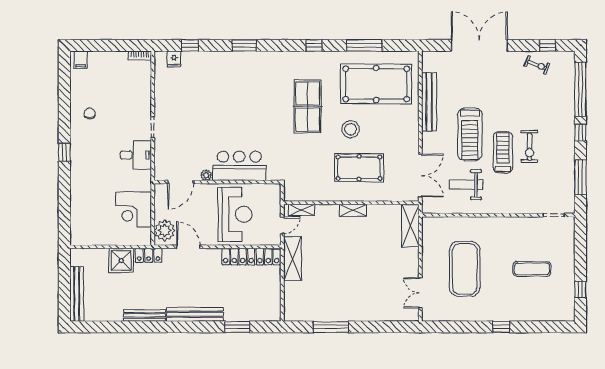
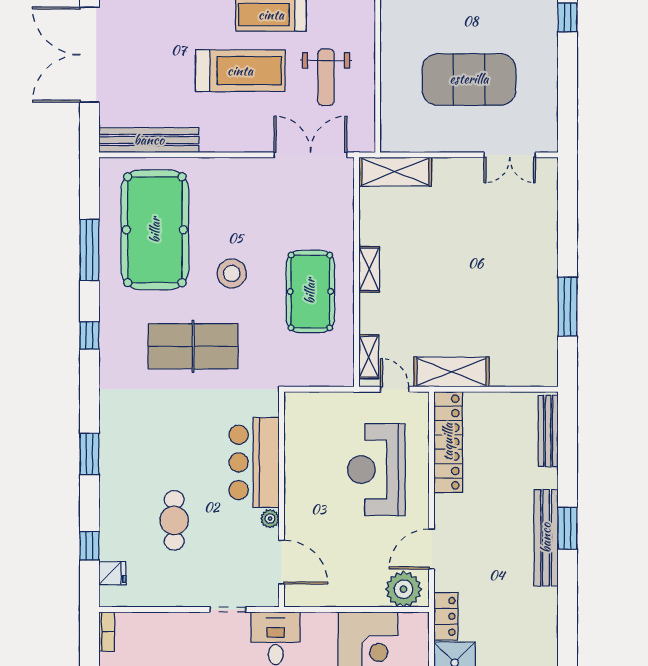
cafe table: (205, 95) -> (174, 520), added
bench: (429, 102) -> (149, 140), moved
bar counter: (239, 166) -> (254, 462), moved
pool table: (359, 168) -> (310, 291), moved
plant: (206, 175) -> (270, 519), moved
door: (181, 182) -> (282, 562), moved
wall: (218, 182) -> (282, 499), moved
reception desk: (235, 214) -> (376, 470), turned -90
bench: (144, 315) -> (548, 431), moved
window: (237, 327) -> (567, 528), moved

